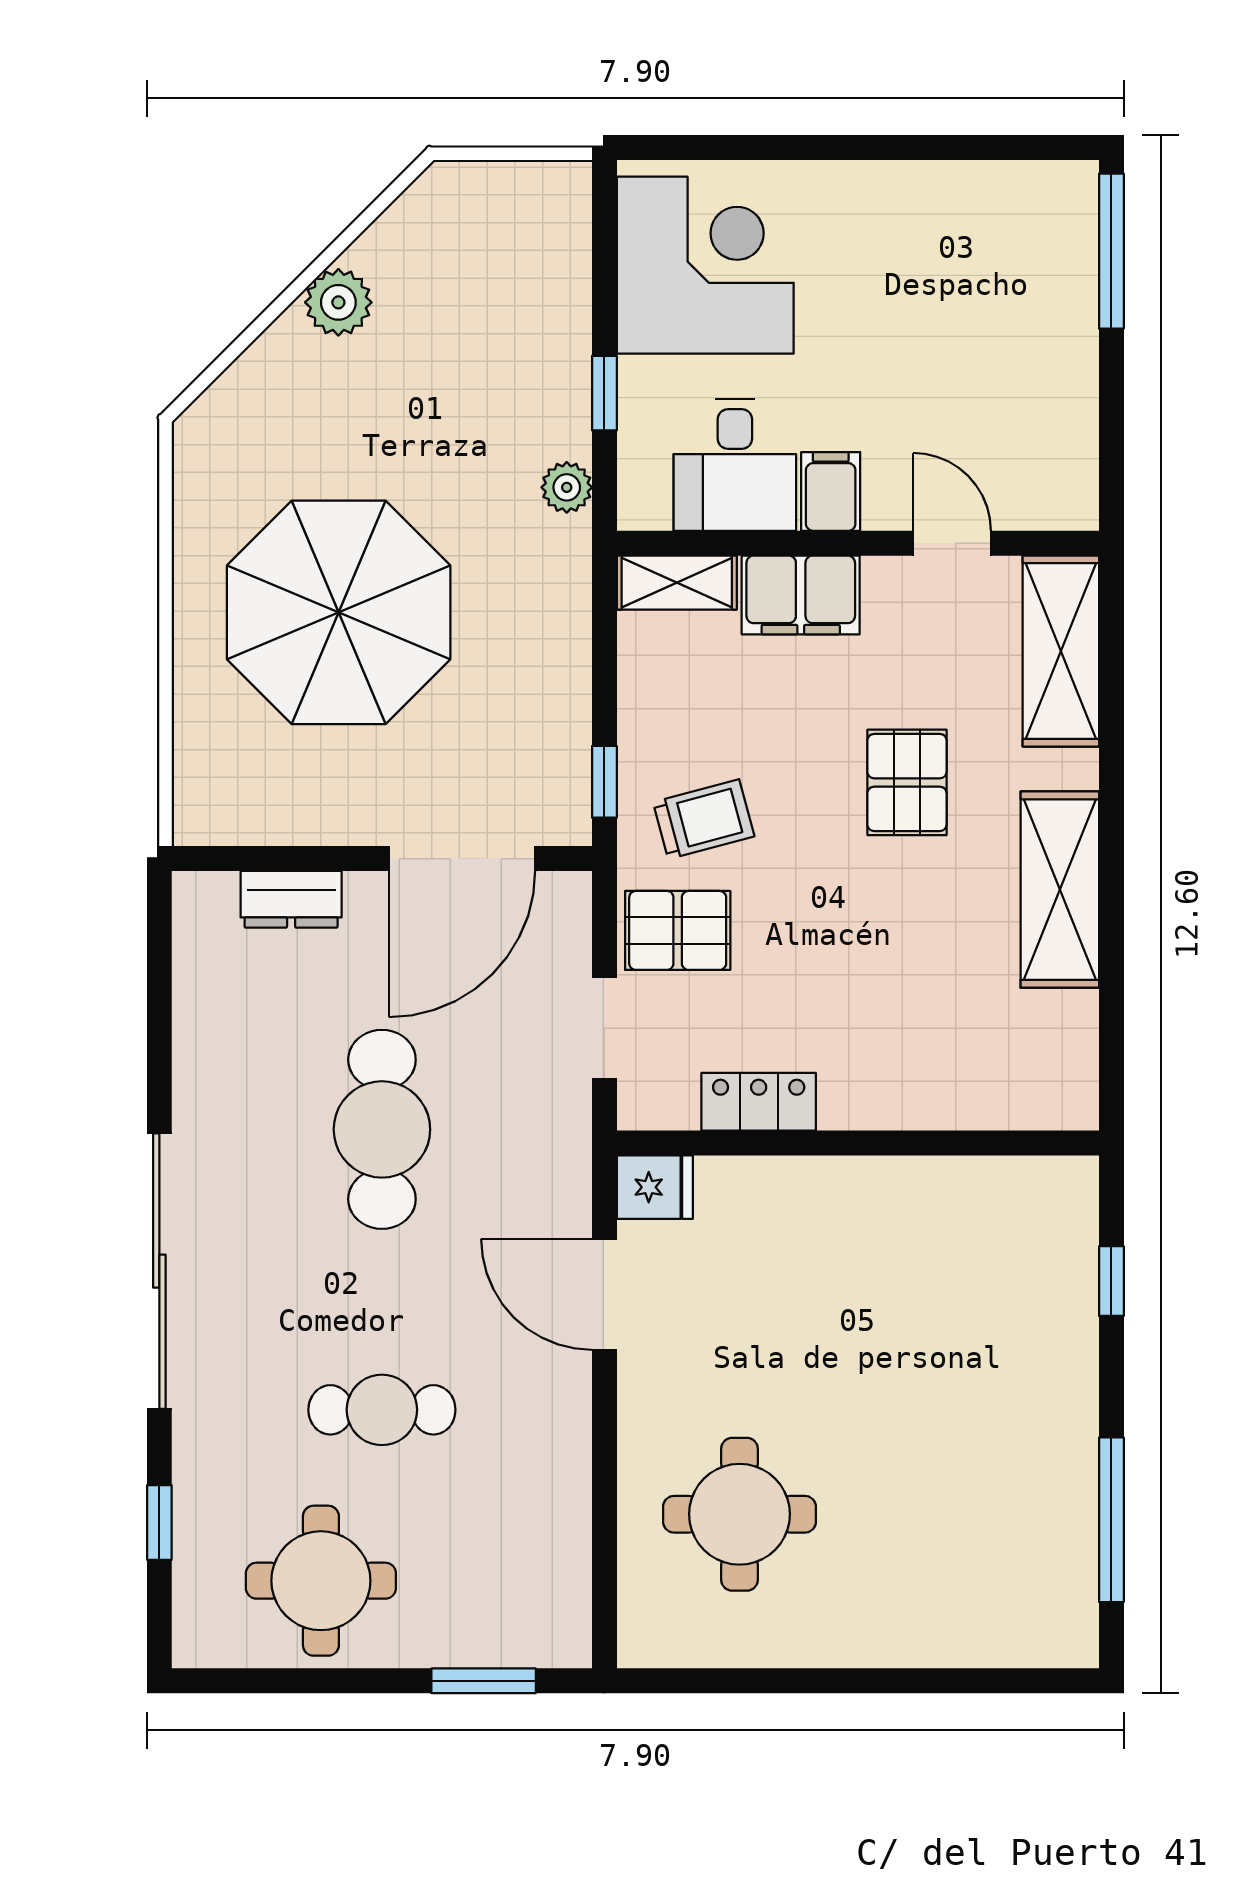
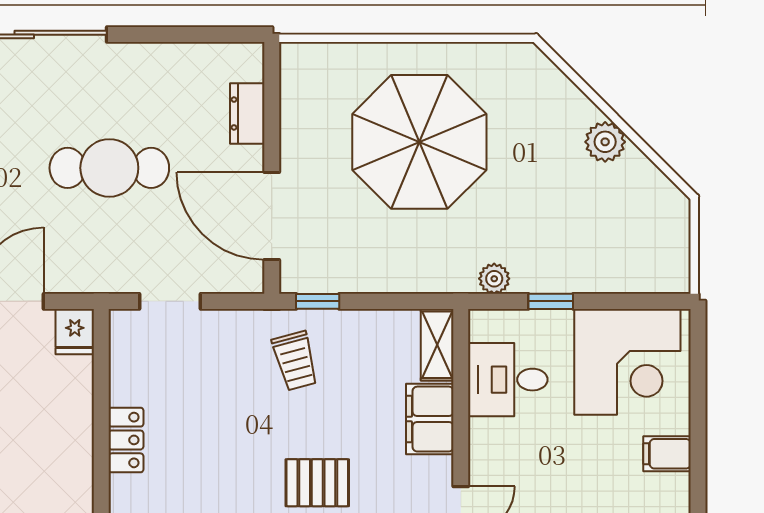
filing cabinet: (831, 491) -> (667, 454), moved, turned 180
pallet: (678, 930) -> (229, 345), removed
locker: (759, 1102) -> (126, 440), moved

